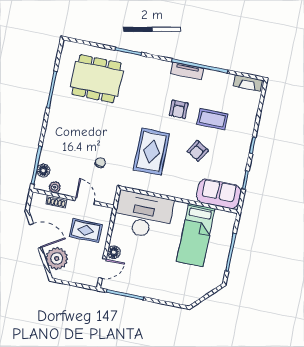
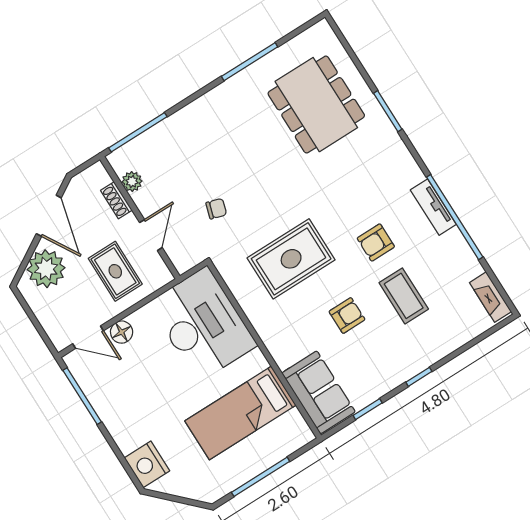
armchair: (198, 151) -> (347, 315), turned 149
floor lamp: (43, 171) -> (139, 147), removed
nightstand: (180, 295) -> (147, 464), added

